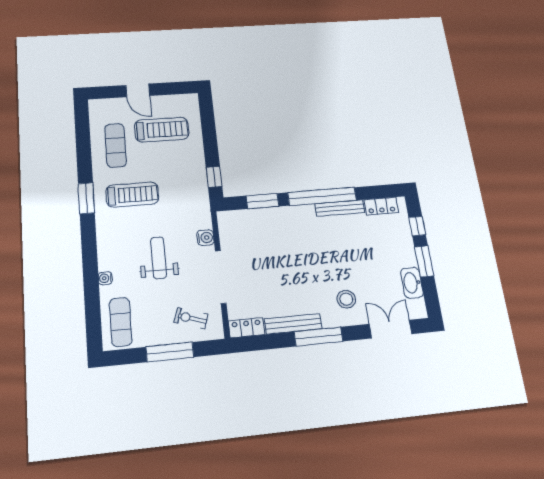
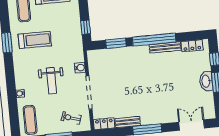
weight bench: (158, 258) -> (51, 81), turned 180
washbasin: (412, 283) -> (206, 81), moved
stool: (346, 299) -> (166, 107), removed
bench: (293, 324) -> (128, 122), width x0.73

